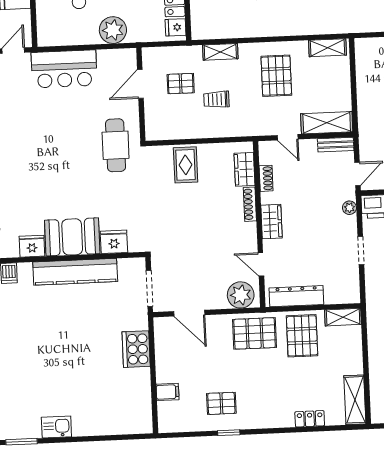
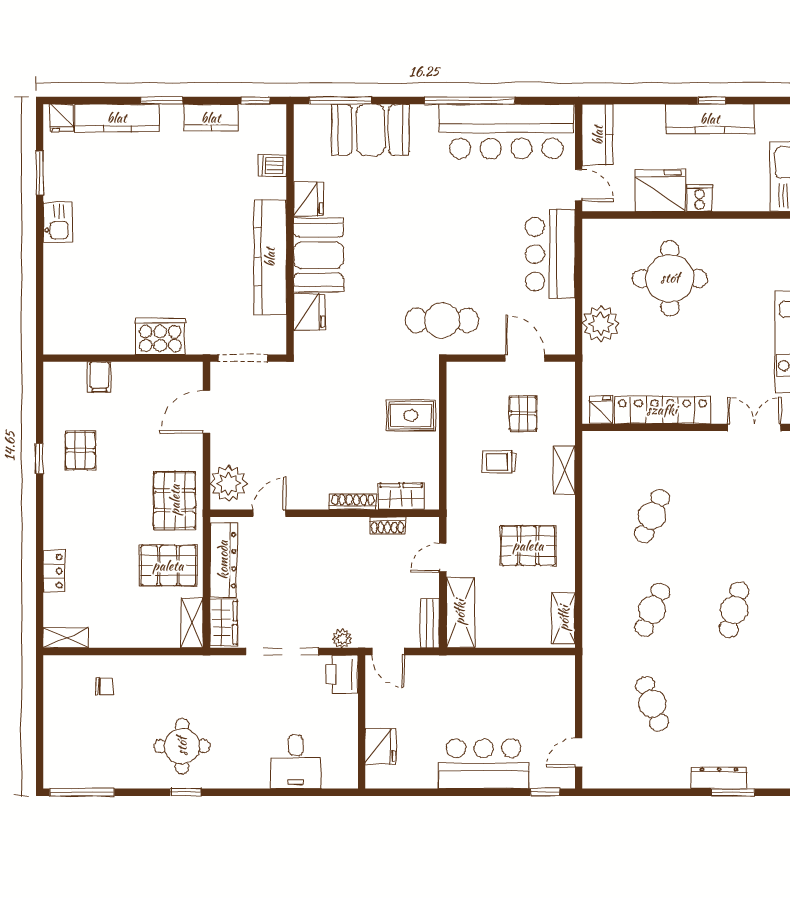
trolley: (216, 99) -> (499, 462), turned -90
wardrobe: (272, 222) -> (224, 623), moved, turned -90
doorway: (361, 251) -> (282, 652), width x1.88
shelving: (355, 400) -> (66, 638), width x0.67, depth x0.75

